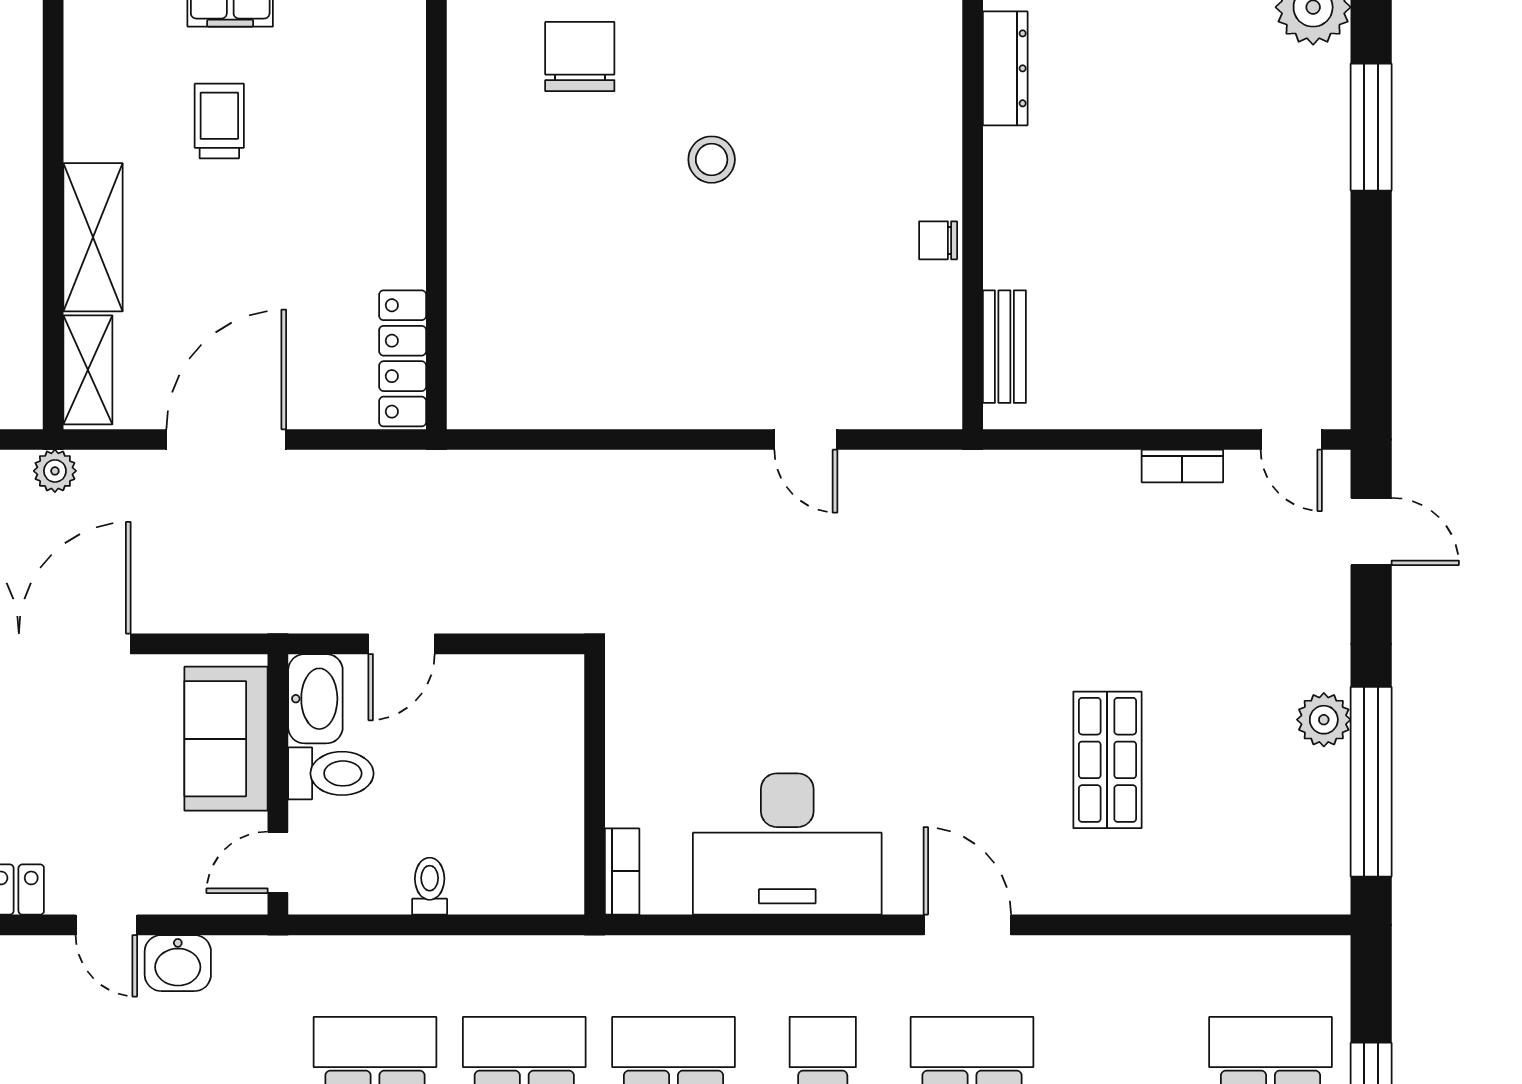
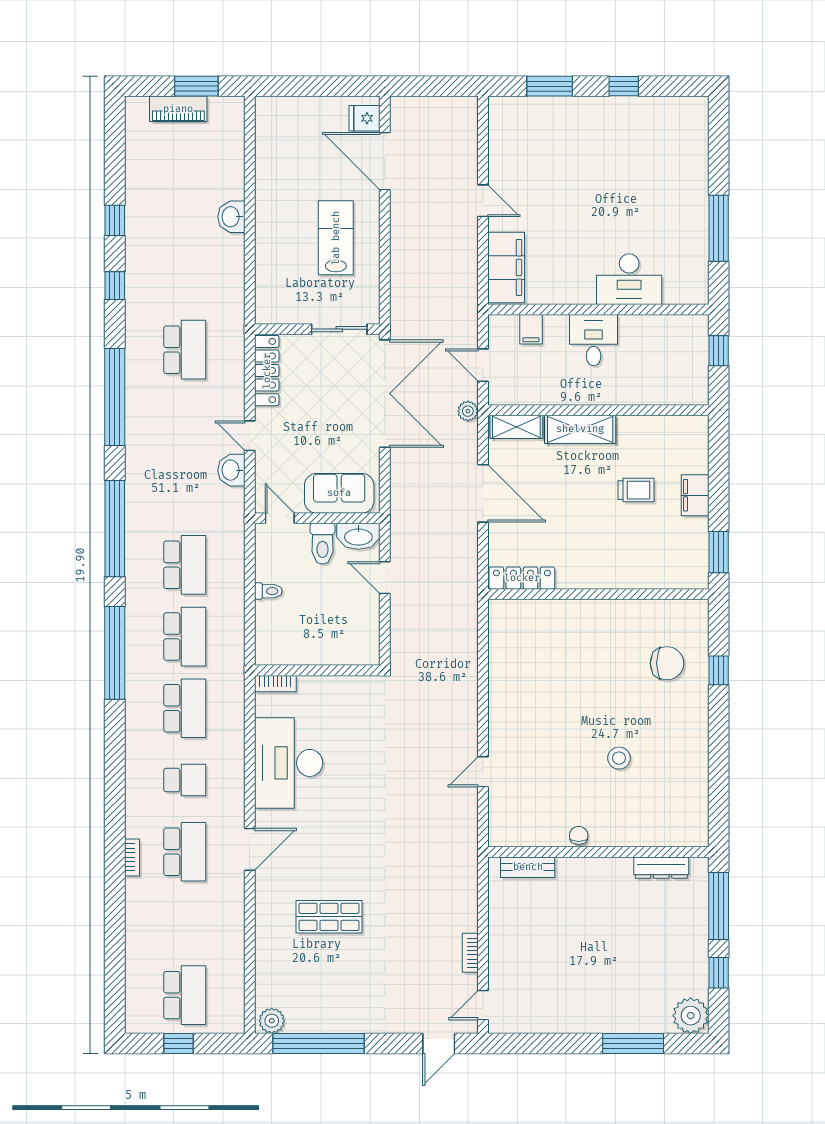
stool: (712, 160) -> (619, 758), moved
plant: (1324, 720) -> (272, 1021), moved
door: (106, 925) -> (250, 436), hinge flipped

